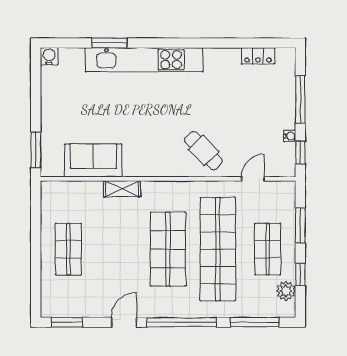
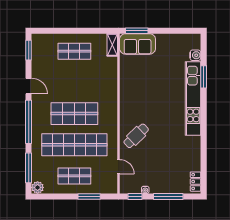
water cooler: (49, 56) -> (195, 55), moved
locker: (258, 56) -> (196, 182), moved
sofa: (93, 160) -> (138, 44), moved, turned 90
shelving: (122, 189) -> (112, 45), moved
window: (300, 274) -> (59, 196), removed
plant: (286, 291) -> (38, 187), moved

